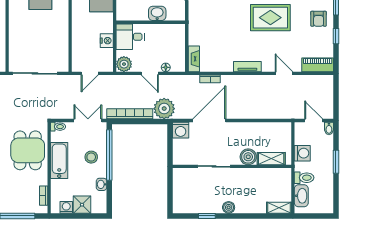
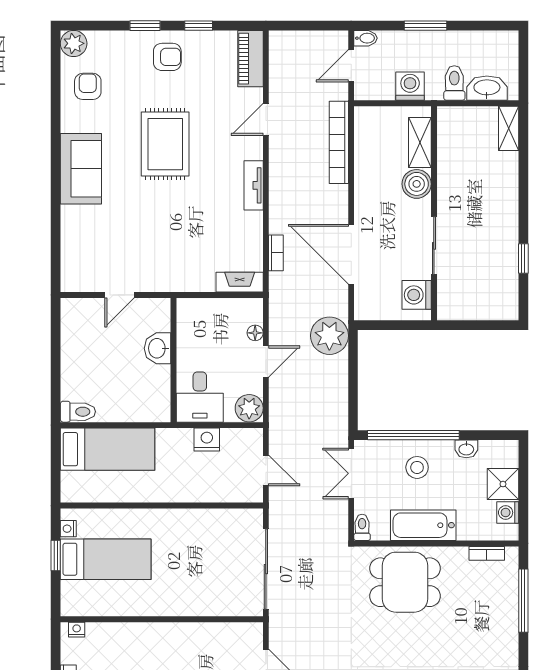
bookcase: (130, 114) -> (339, 142), moved
washing machine: (181, 130) -> (417, 295), moved, turned 180
boiler: (229, 207) -> (508, 219), removed

